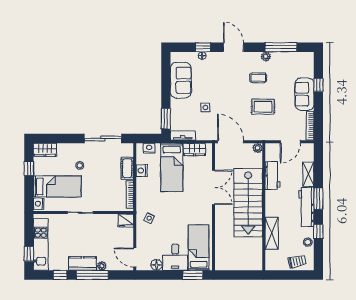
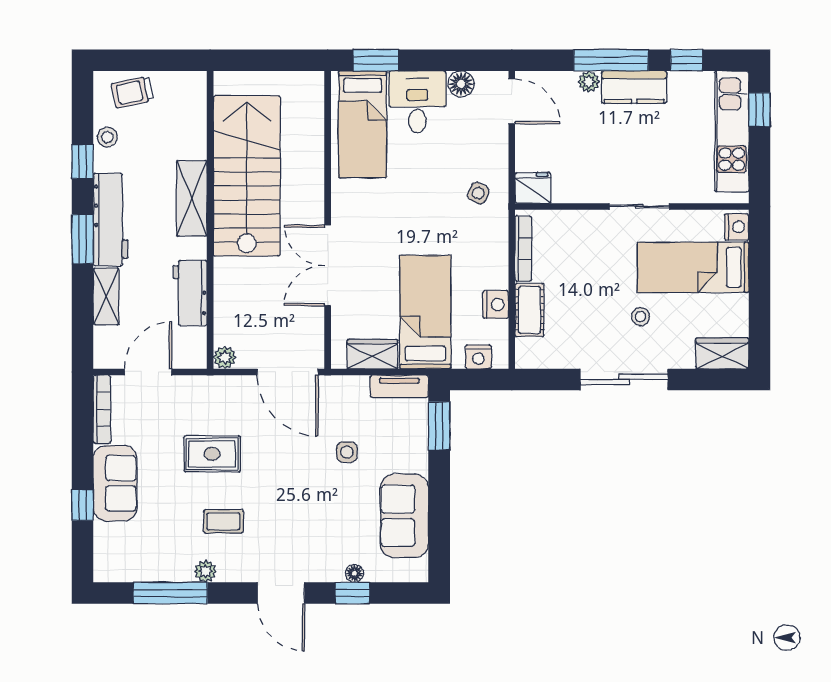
sliding door: (103, 139) -> (624, 379), moved
window: (29, 168) -> (759, 310), removed
stairs: (248, 203) -> (247, 176), moved
shelving: (272, 233) -> (192, 198), moved

